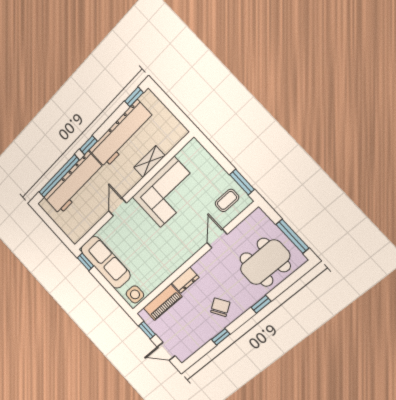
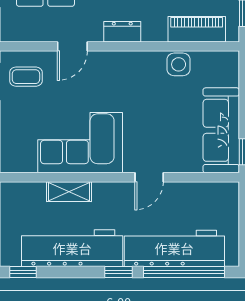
dresser: (185, 280) -> (122, 32), moved
side table: (135, 294) -> (179, 64), moved

